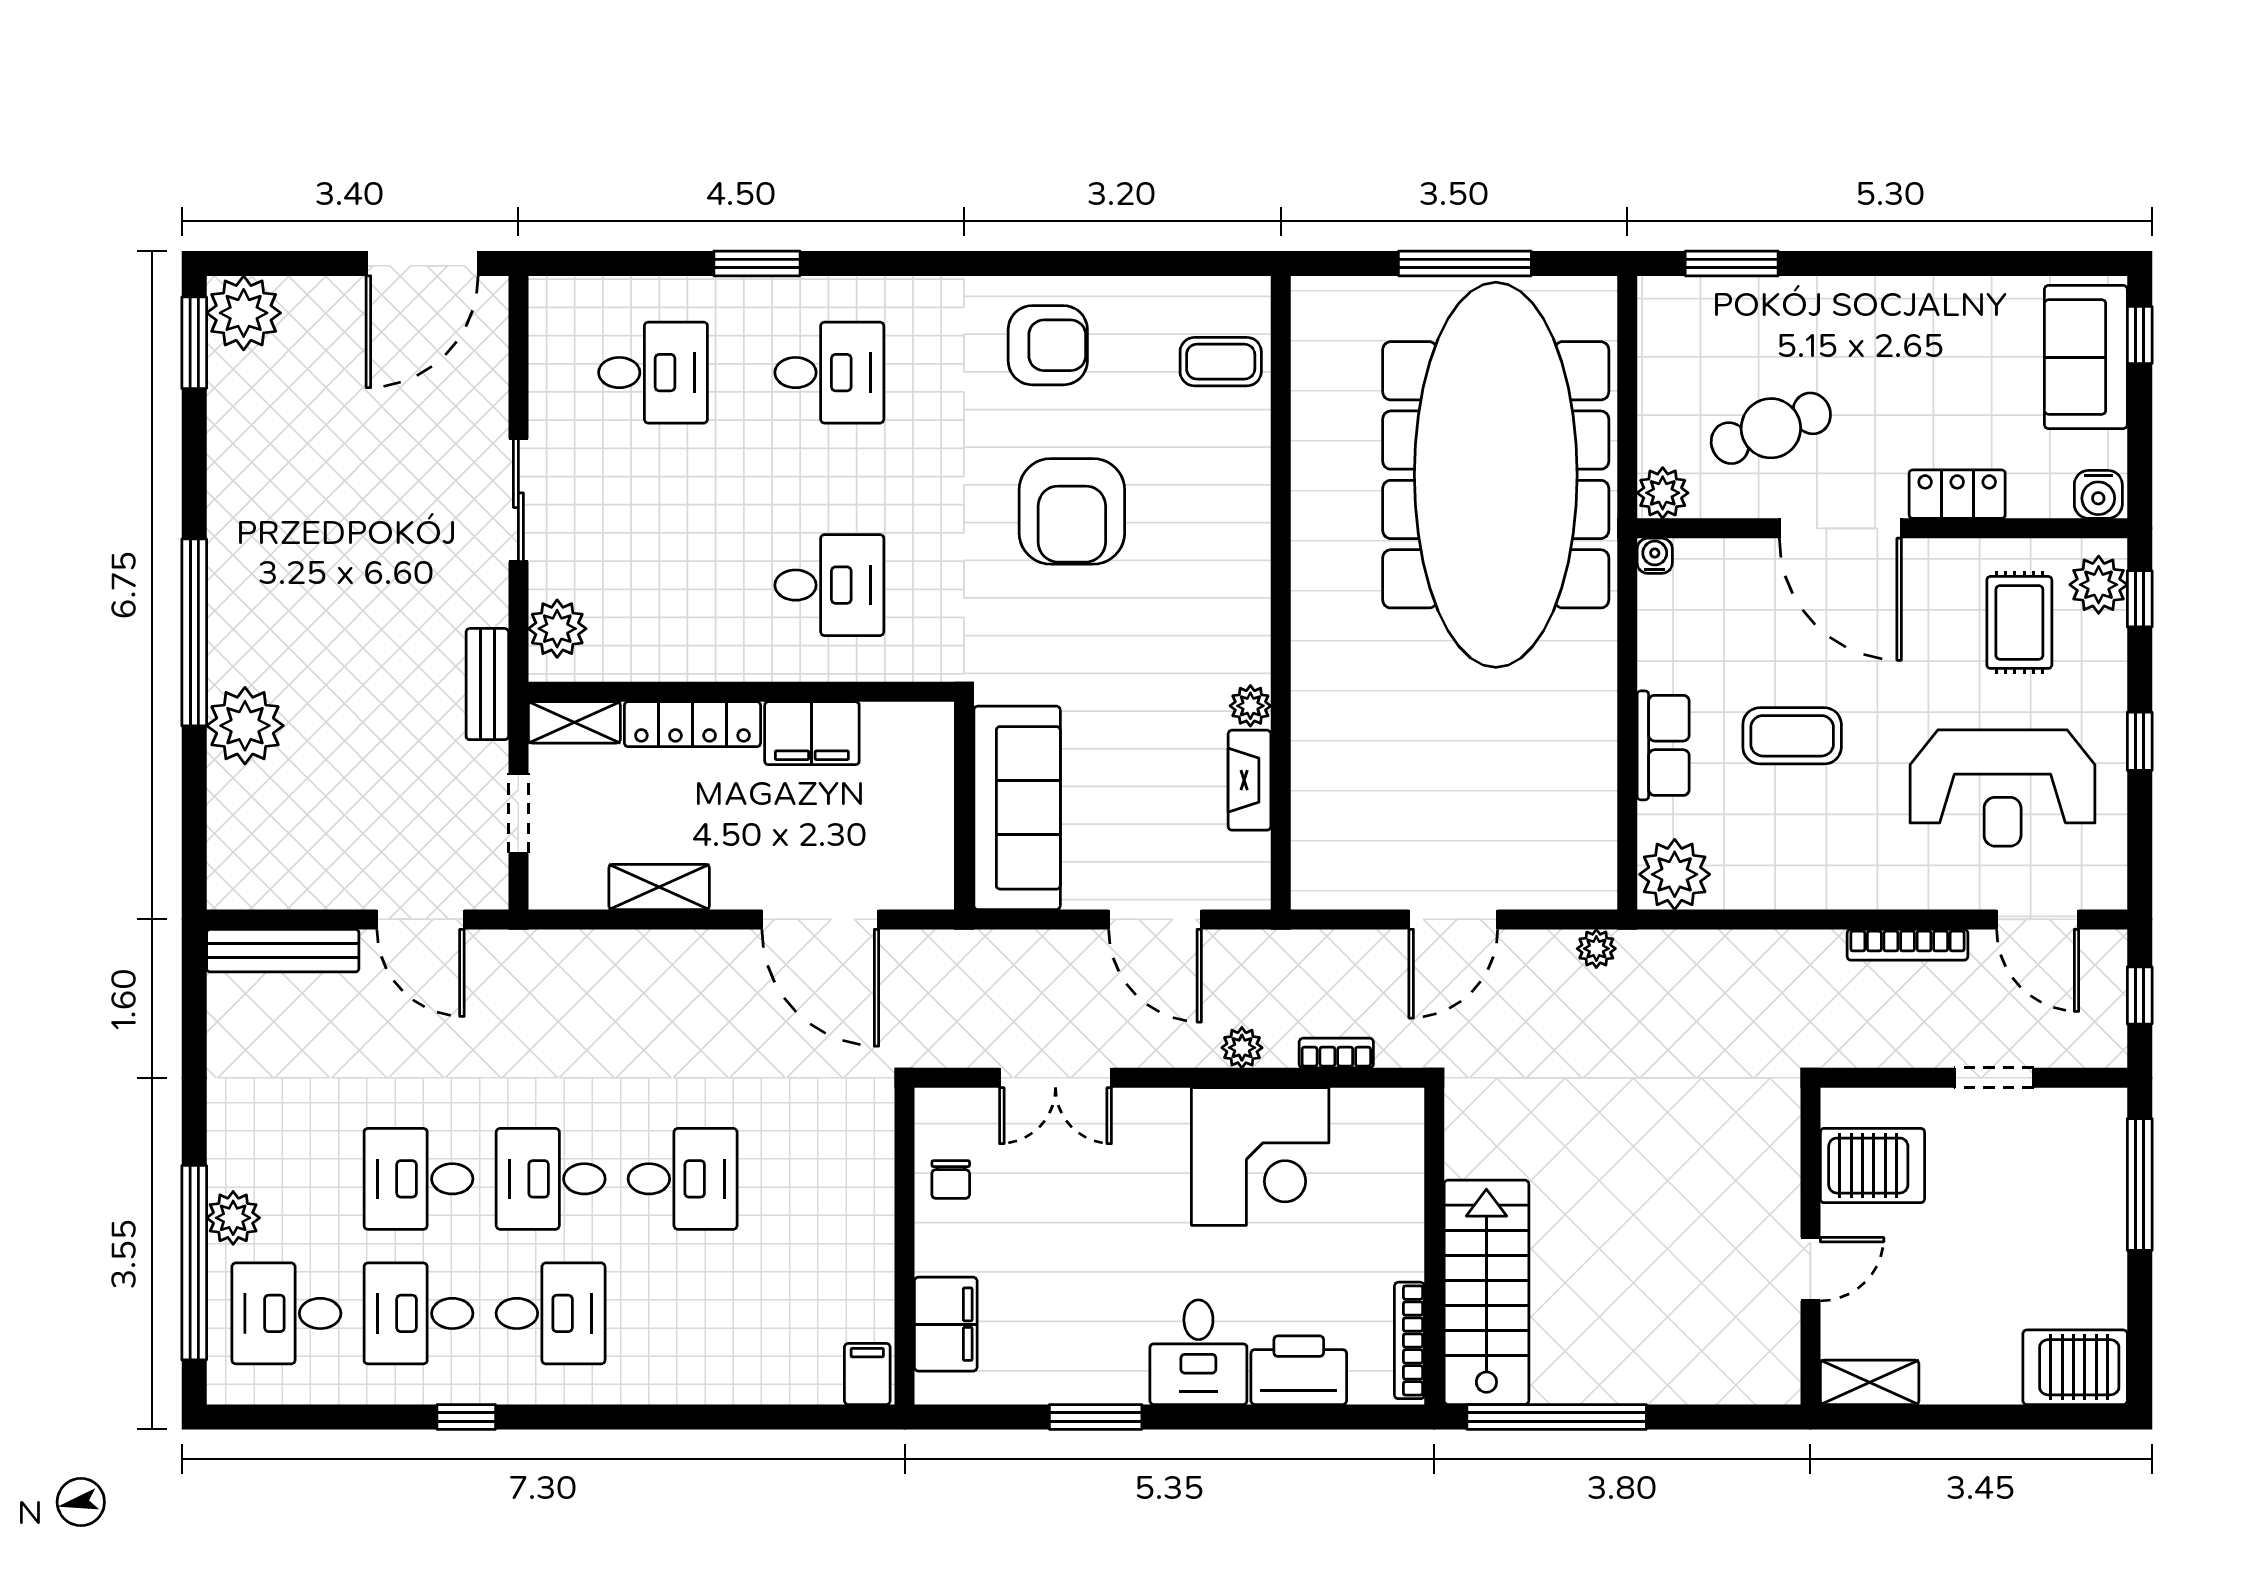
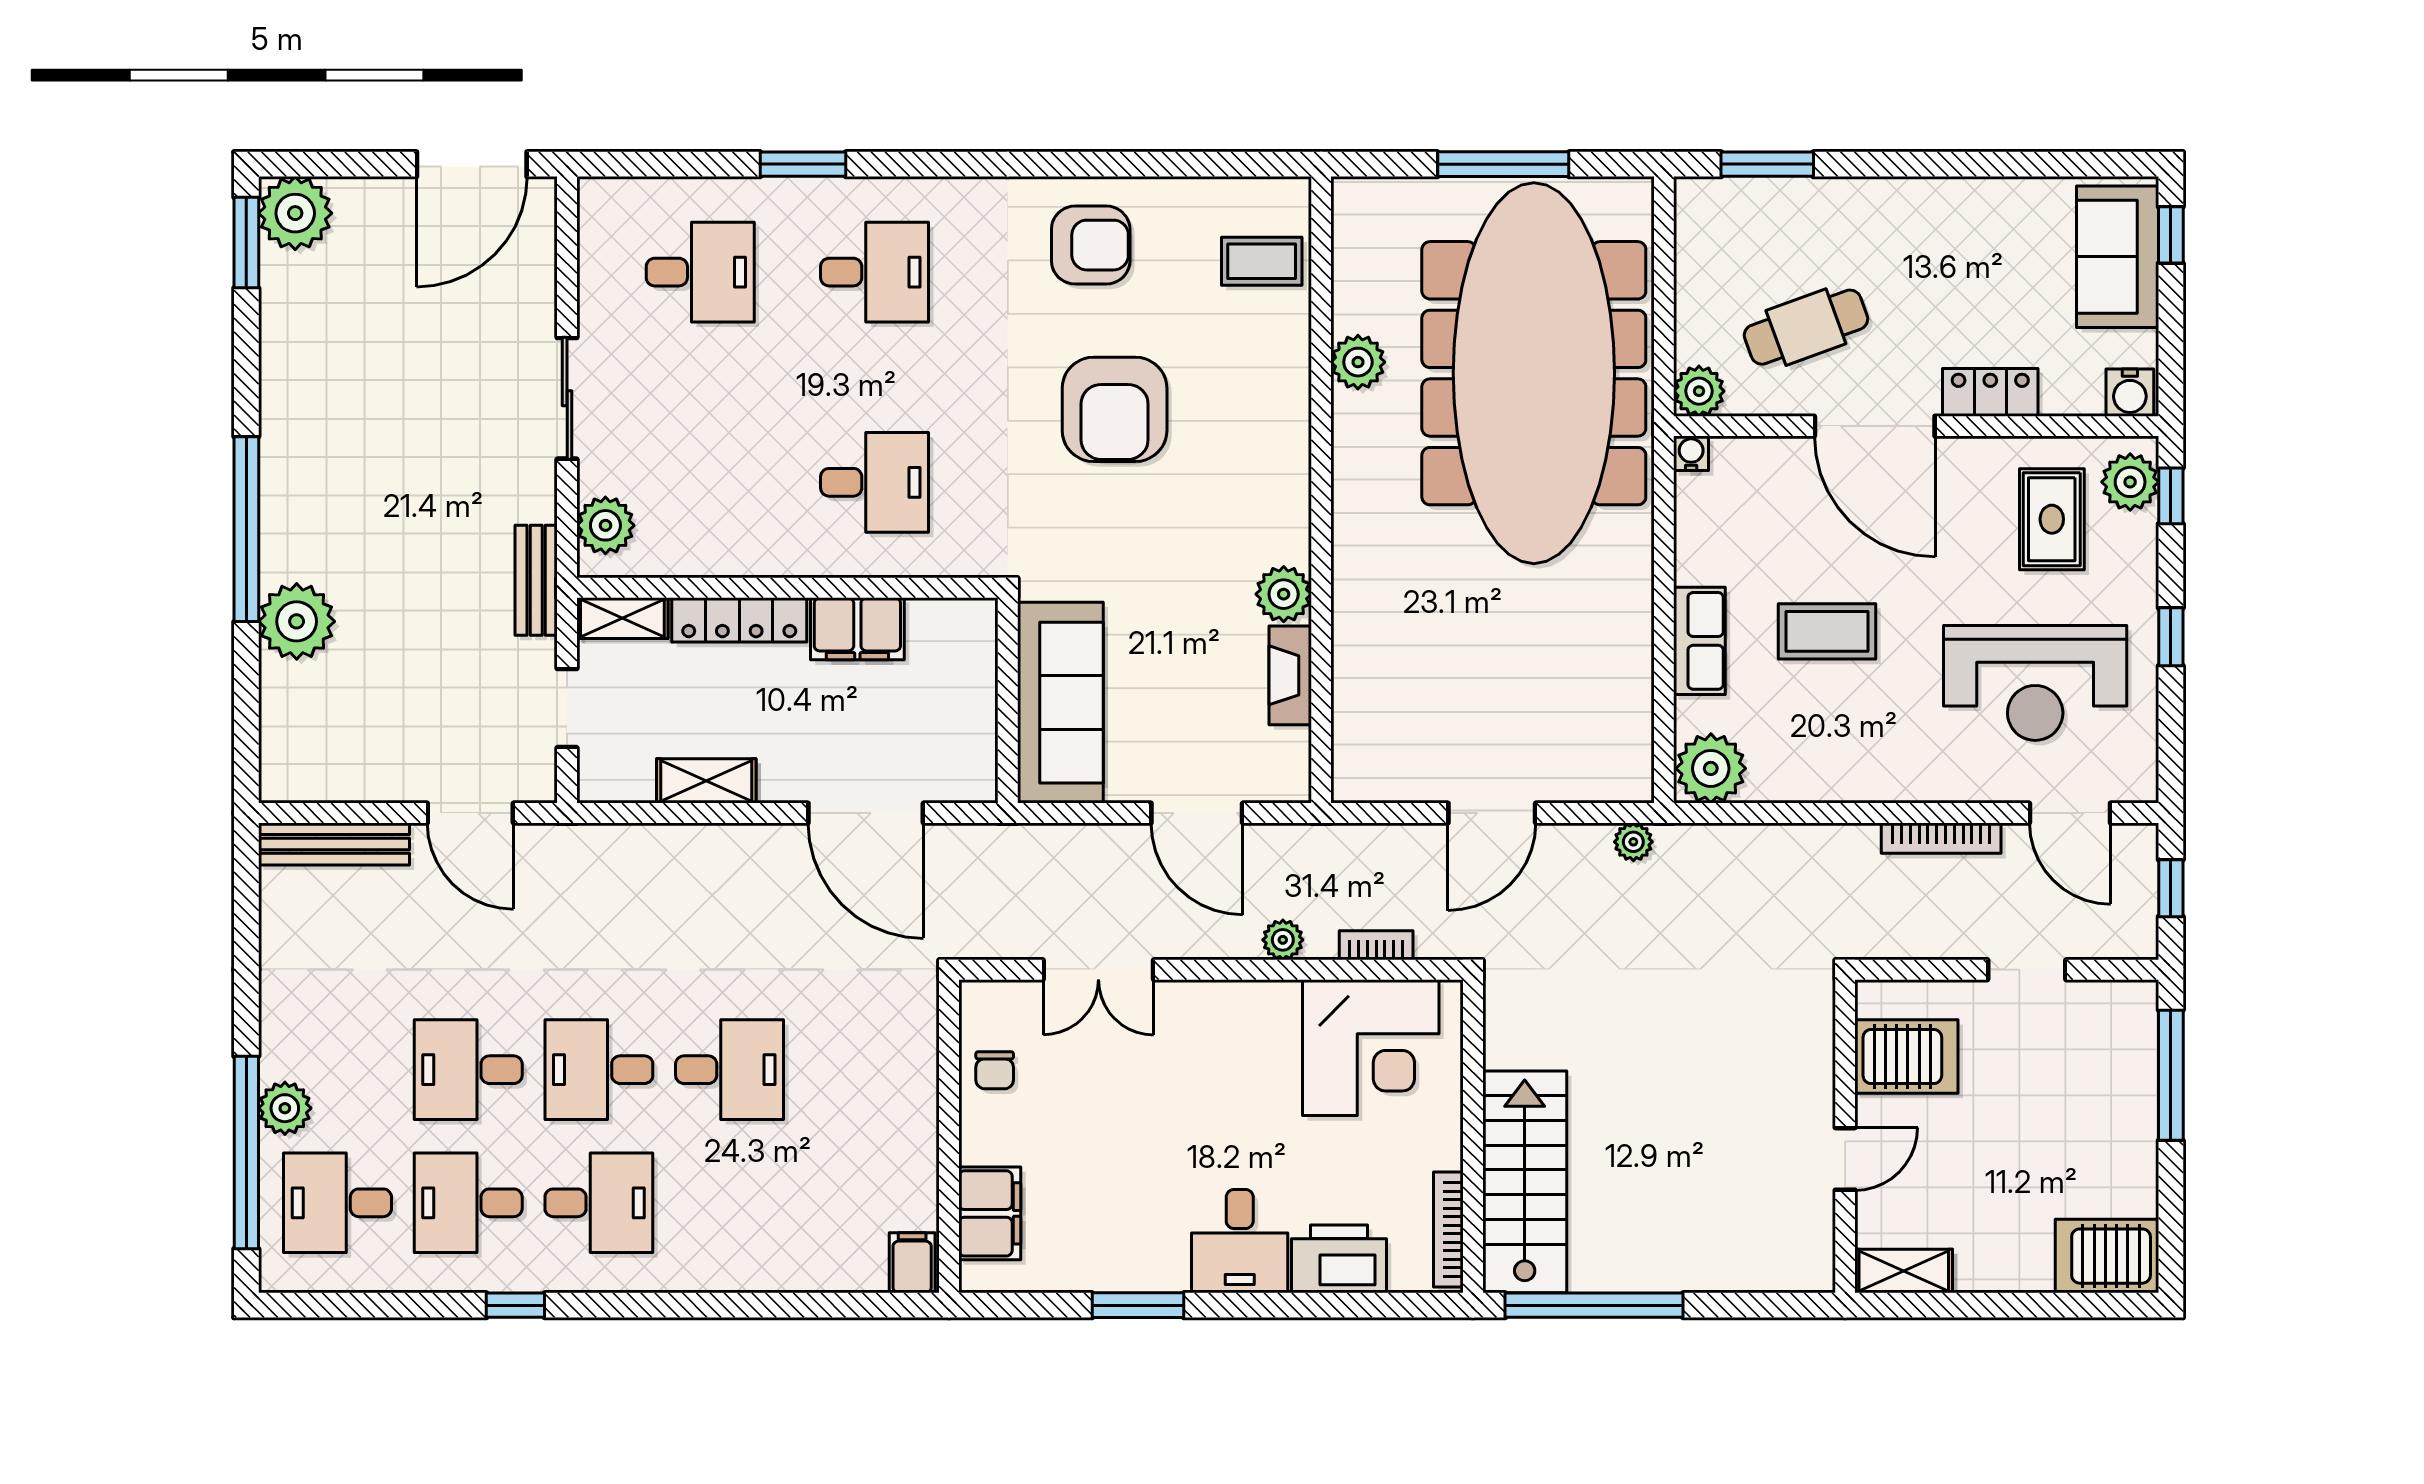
plant: (1318, 464) -> (1358, 362), added
plant: (1250, 706) -> (1284, 594), width x1.38, depth x1.38
corner desk: (1260, 1157) -> (1371, 1048), moved

